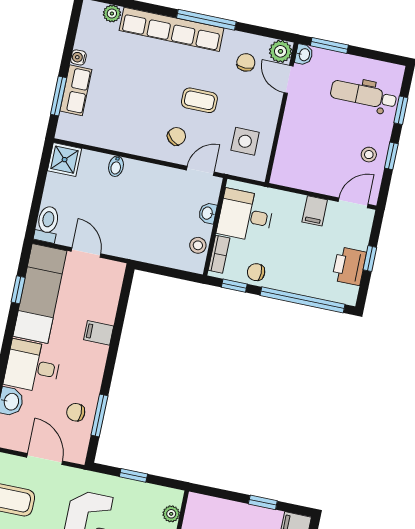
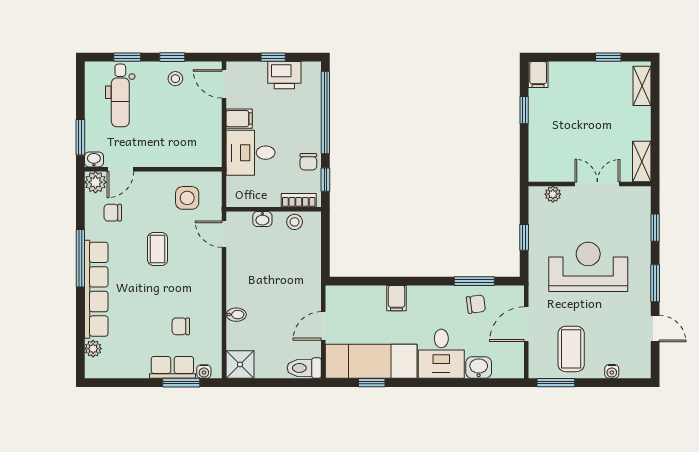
water cooler: (78, 57) -> (204, 371), moved
chair: (176, 136) -> (181, 326), moved, turned -41
desk: (246, 215) -> (250, 153), moved, turned 90
chair: (76, 412) -> (476, 304), turned -98

